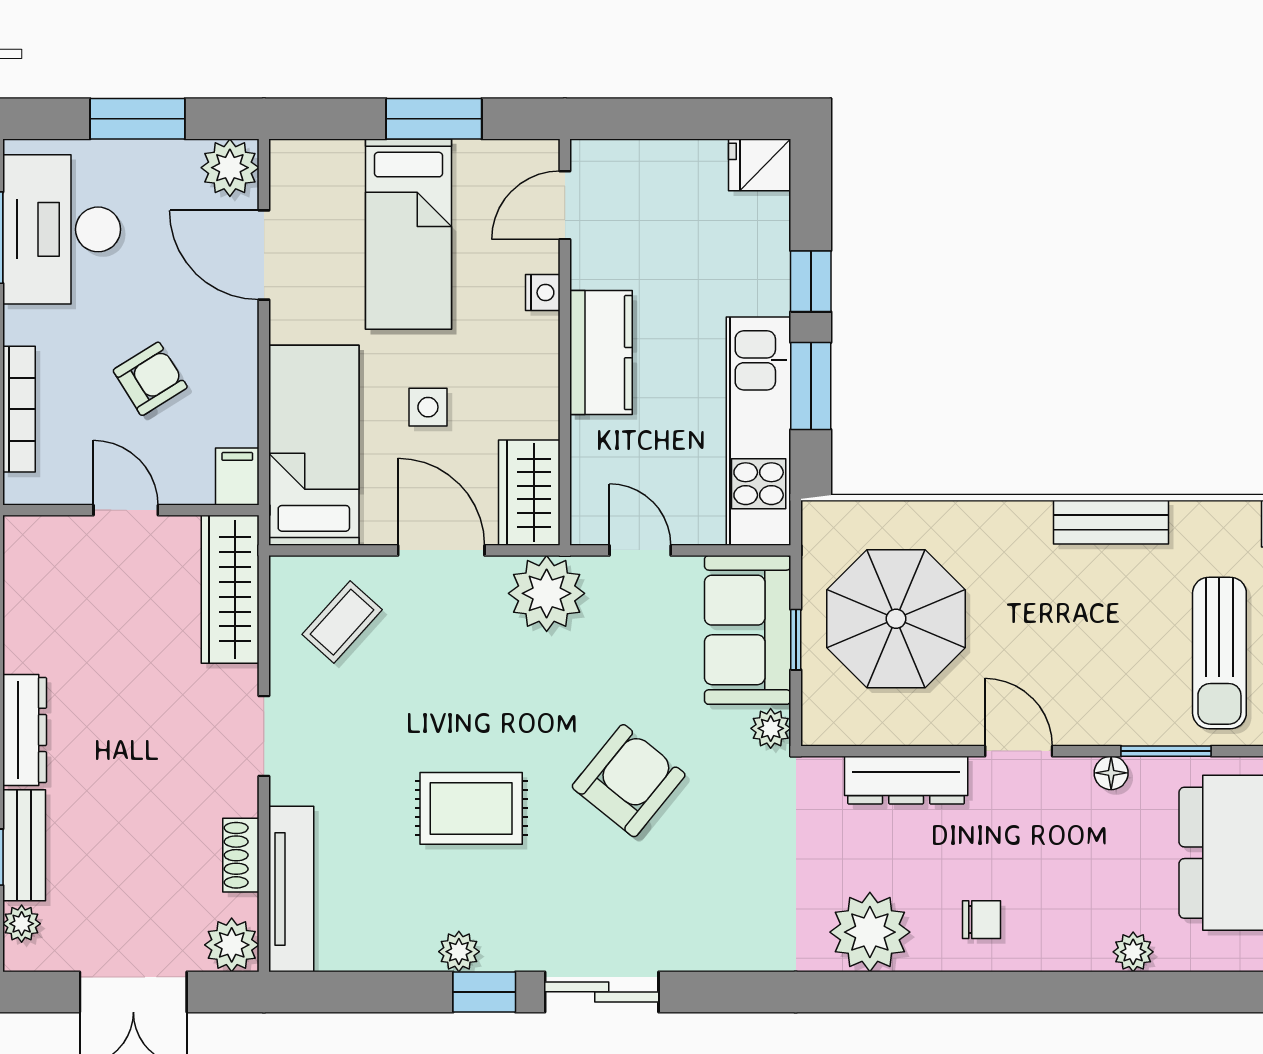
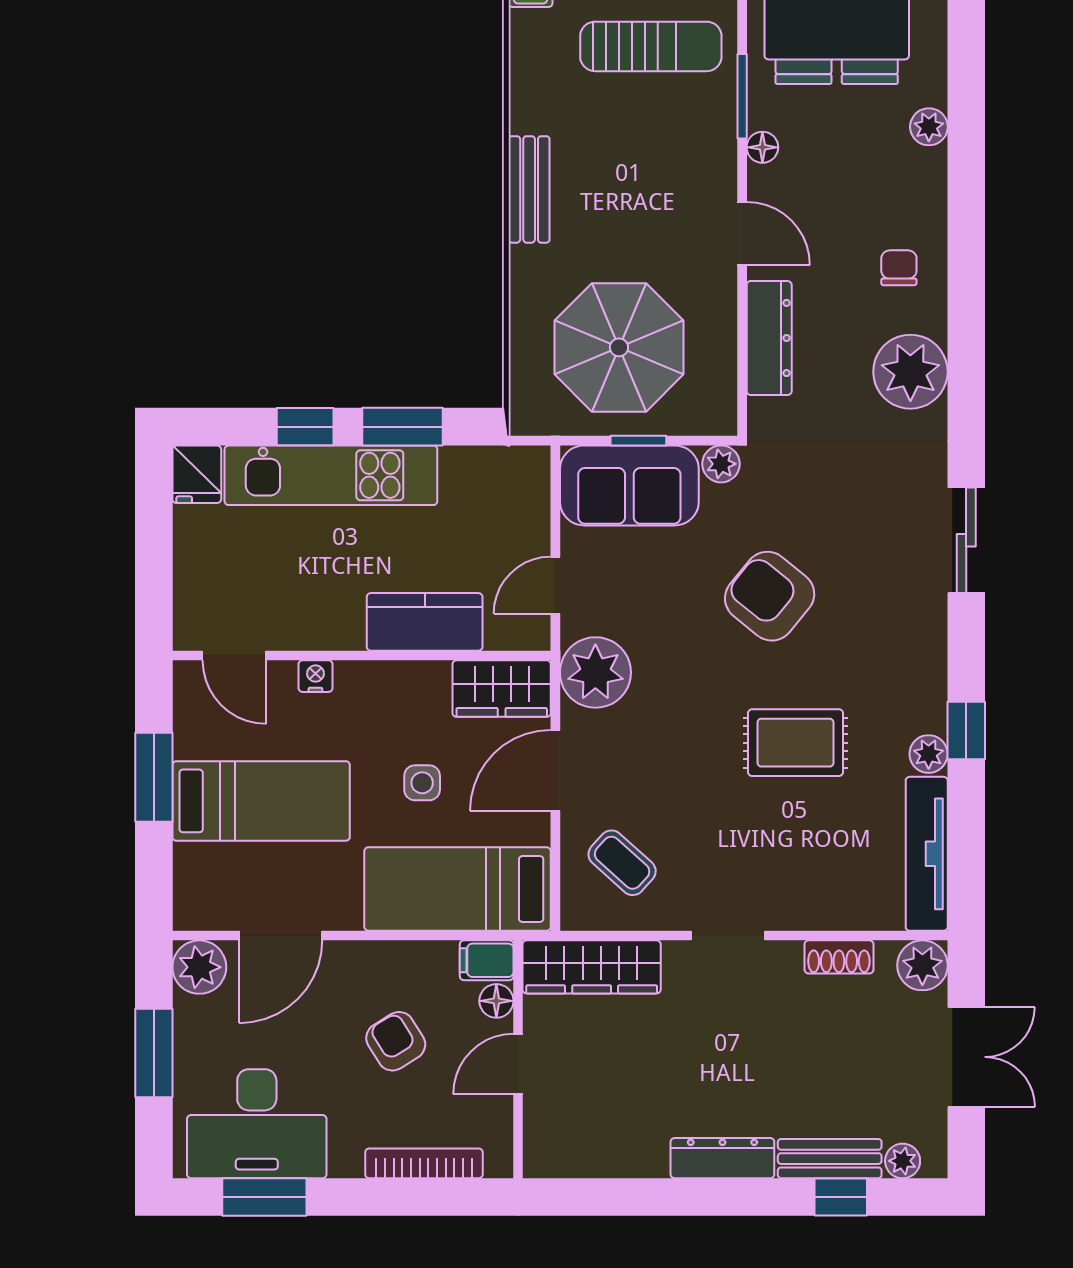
kitchen counter: (601, 353) -> (425, 622), moved
kitchen unit: (759, 431) -> (331, 475), moved
floor lamp: (194, 487) -> (496, 1001), added
bench: (1111, 522) -> (529, 189), moved
door: (1019, 751) -> (742, 233), swing flipped
rug: (471, 808) -> (795, 743), turned 90
tv unit: (291, 889) -> (927, 854), moved, turned -90
sliding door: (602, 992) -> (966, 540), moved

